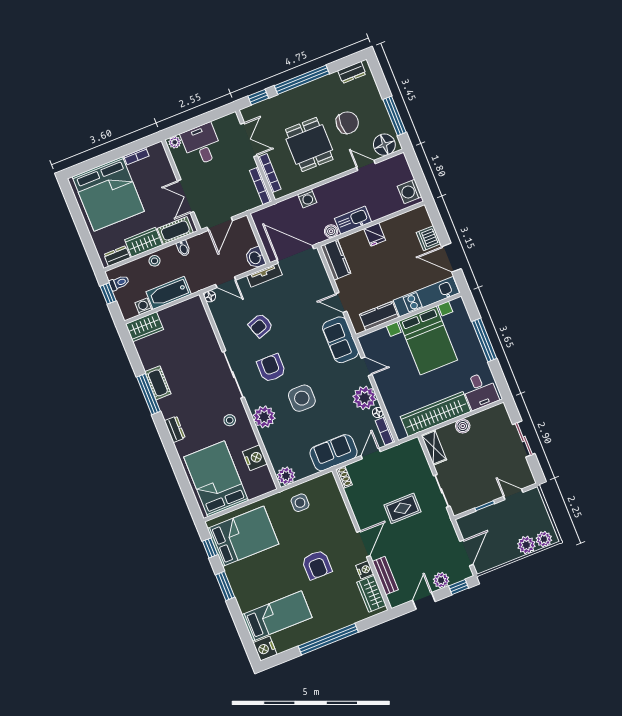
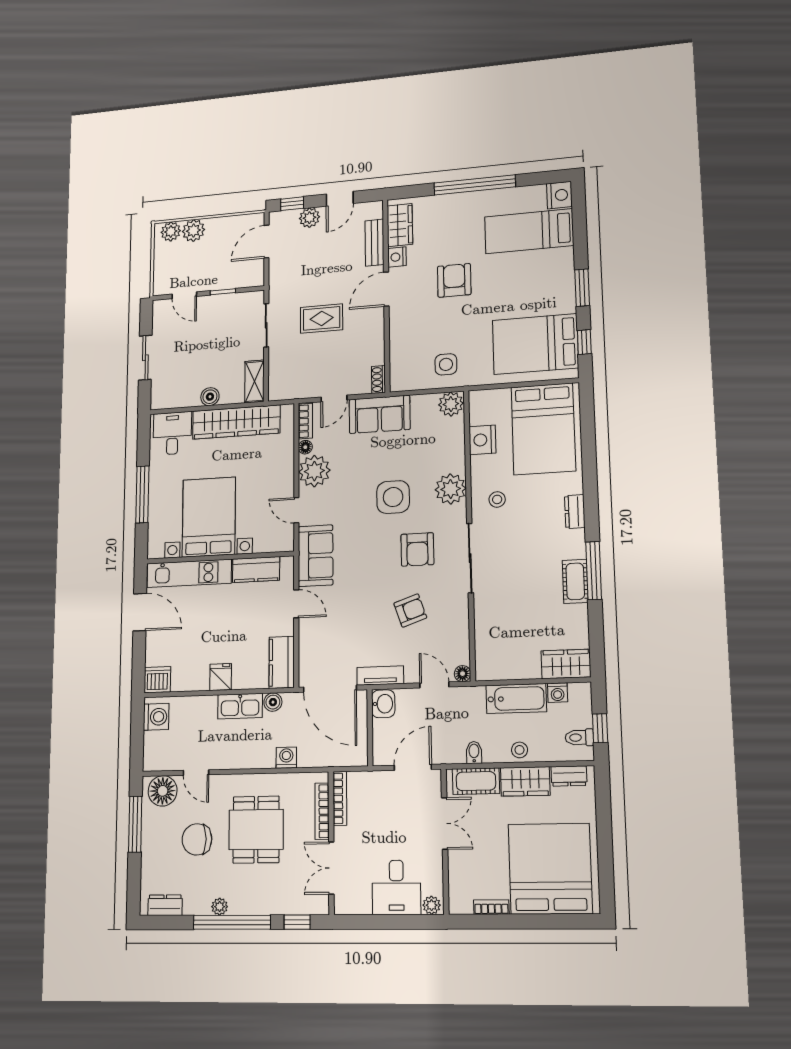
plant: (314, 86) -> (220, 907), added
dishwasher: (428, 238) -> (157, 680), moved, turned -90

